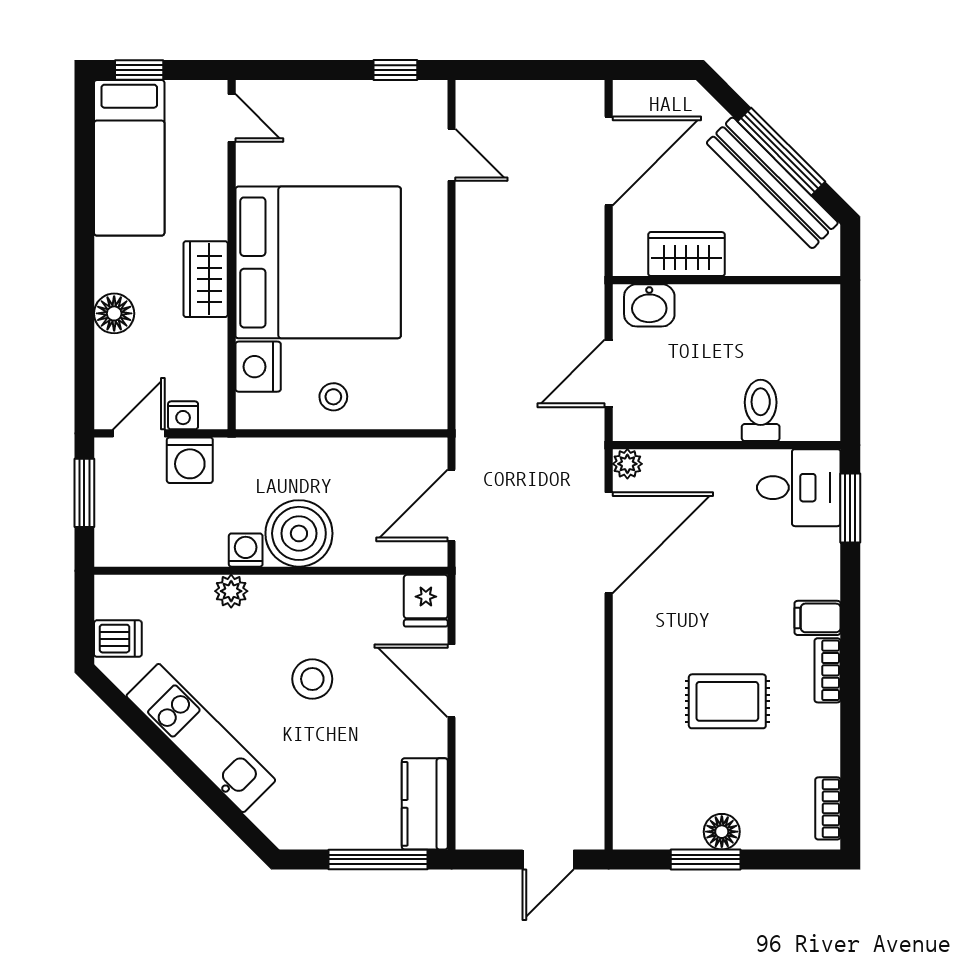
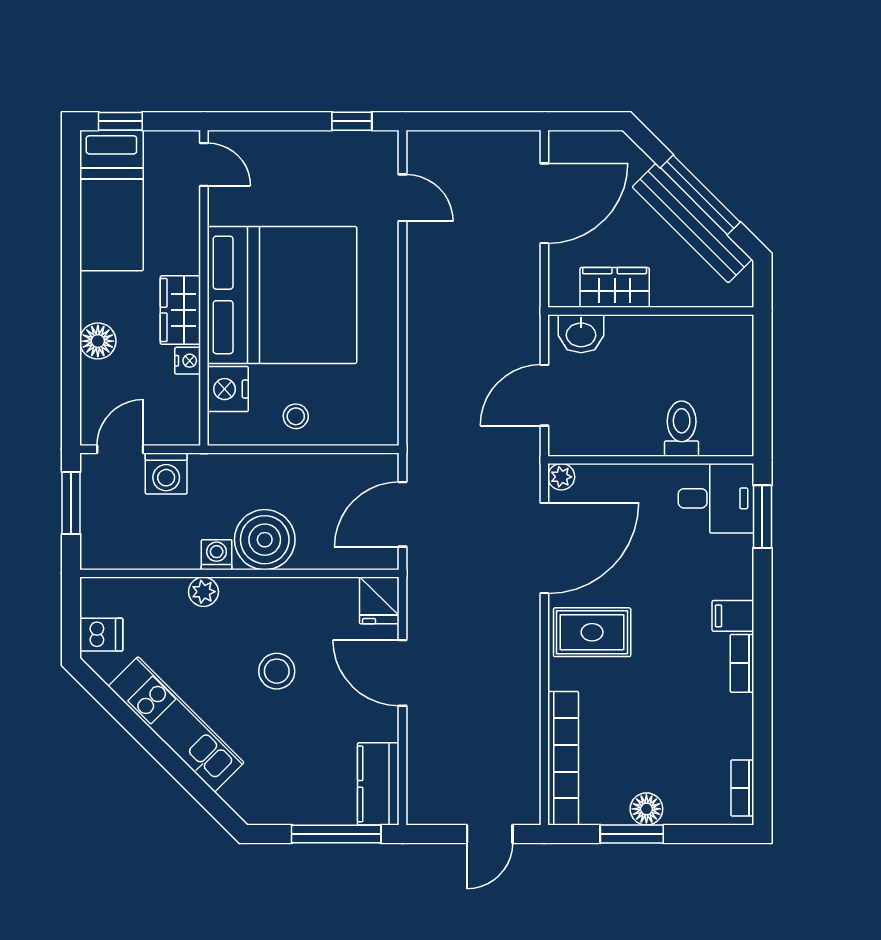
nightstand: (183, 415) -> (188, 361), moved, turned -90
rug: (727, 701) -> (592, 632), moved
bookcase: (629, 775) -> (563, 758), added

